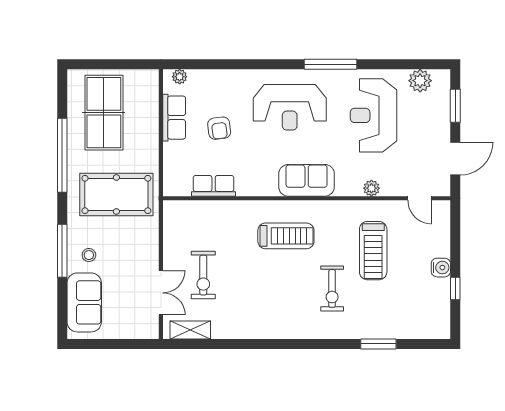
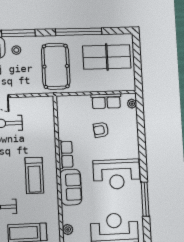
reception desk: (290, 107) -> (117, 174), turned -90
row of seats: (214, 186) -> (66, 154), moved

